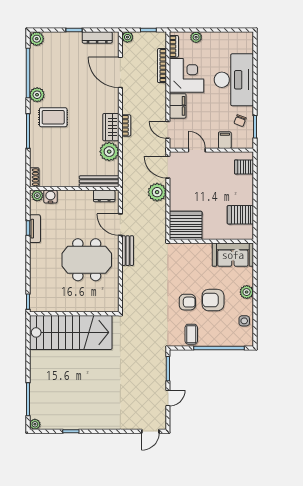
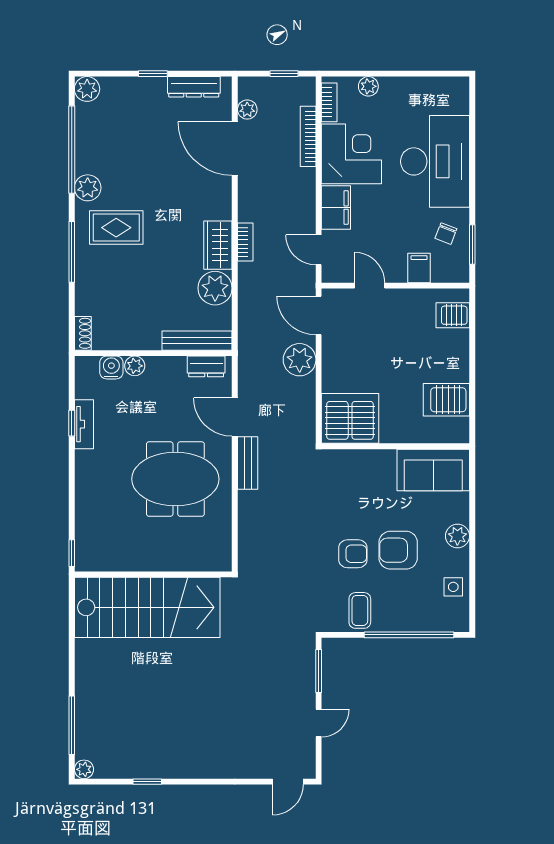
plant: (127, 37) -> (247, 110), moved
plant: (37, 196) -> (135, 366), moved

